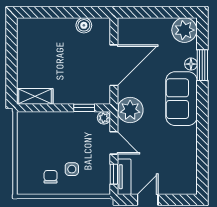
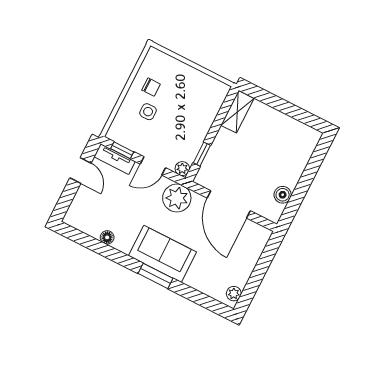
plant: (184, 30) -> (234, 294), width x0.53, depth x0.53
floor lamp: (191, 64) -> (107, 237), moved
window: (202, 65) -> (155, 276), moved

